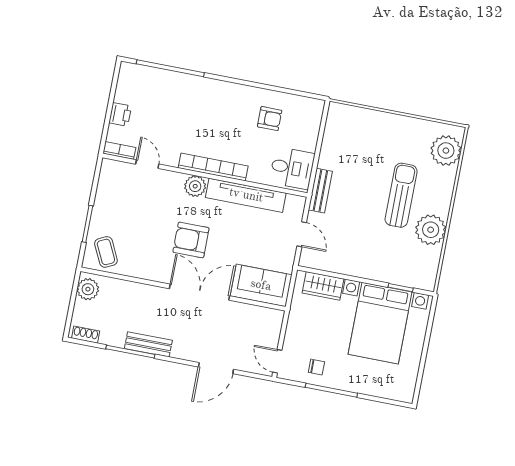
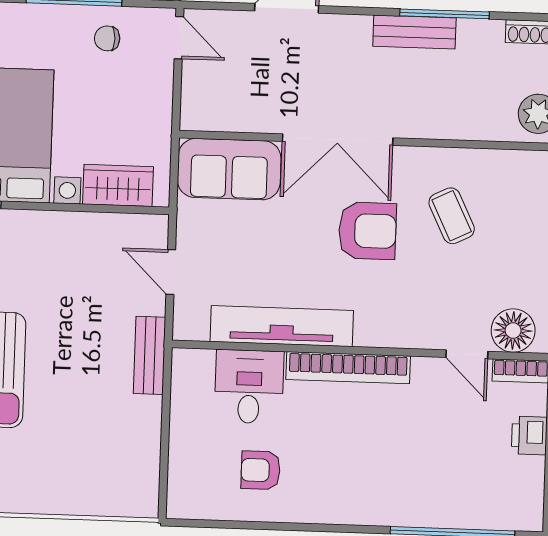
desk: (292, 168) -> (249, 387), moved, turned 90
floor lamp: (120, 173) -> (513, 331), added
plant: (195, 186) -> (375, 328), removed
coffee table: (106, 252) -> (452, 216), moved

